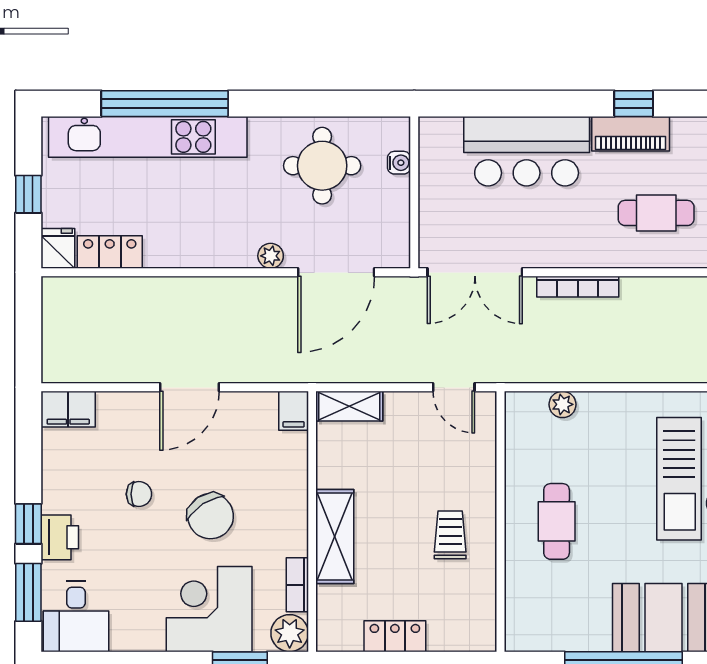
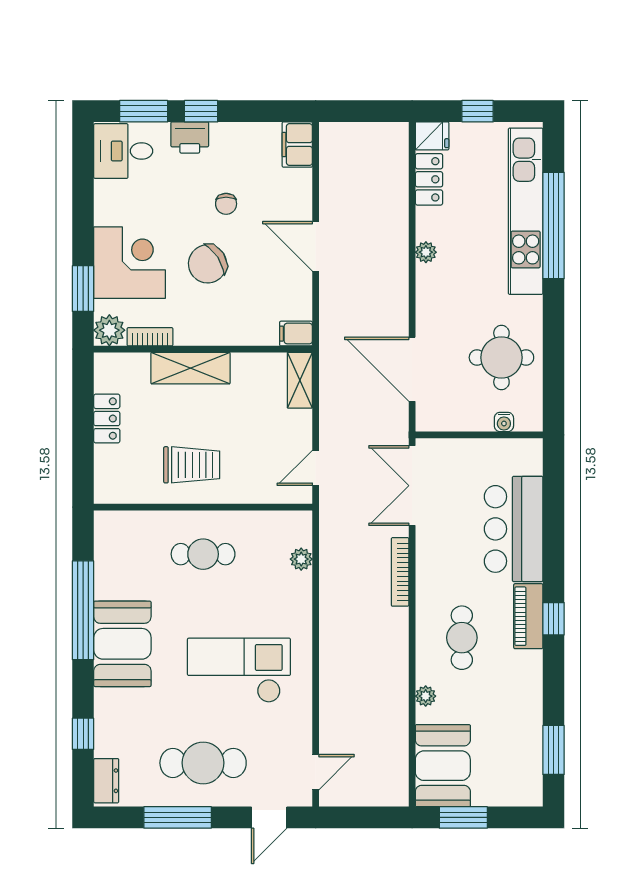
plant: (271, 256) -> (426, 252), moved
trolley: (450, 535) -> (192, 465), width x1.36, depth x1.39

